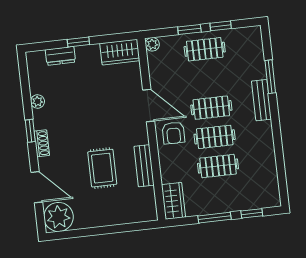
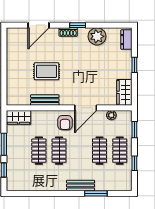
window: (189, 29) -> (134, 130), moved
plant: (152, 44) -> (111, 115), moved
dresser: (60, 56) -> (126, 40), moved
plant: (38, 102) -> (97, 36), width x1.87, depth x1.87
clothes rail: (211, 108) -> (99, 151), moved
armchair: (173, 133) -> (65, 123), turned -90
plant: (59, 217) -> (16, 38), removed

